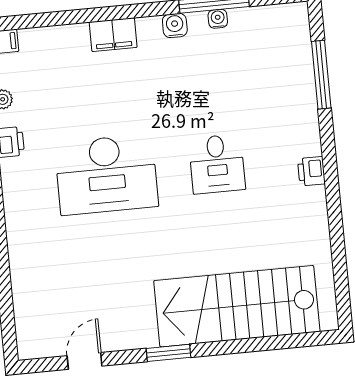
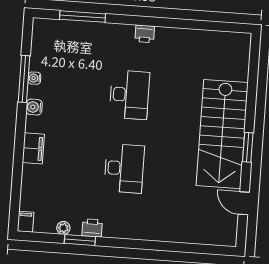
desk: (217, 164) -> (129, 95), width x1.37
desk: (106, 175) -> (124, 168), width x0.73, depth x0.77
stairs: (237, 306) -> (222, 134), moved

